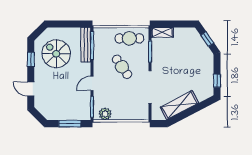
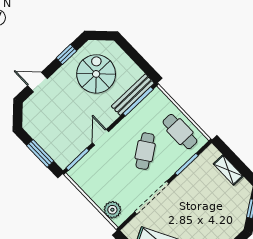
shelving: (162, 32) -> (228, 170), moved
door: (92, 83) -> (101, 137), hinge flipped
door: (31, 89) -> (37, 82), hinge flipped
plant: (105, 114) -> (112, 210), moved

